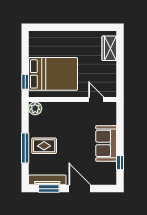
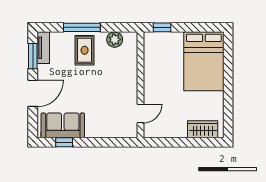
bed: (53, 74) -> (204, 61), moved
plant: (35, 108) -> (115, 40), moved
sofa: (106, 143) -> (63, 125), moved
tv unit: (47, 180) -> (43, 48), width x0.71

